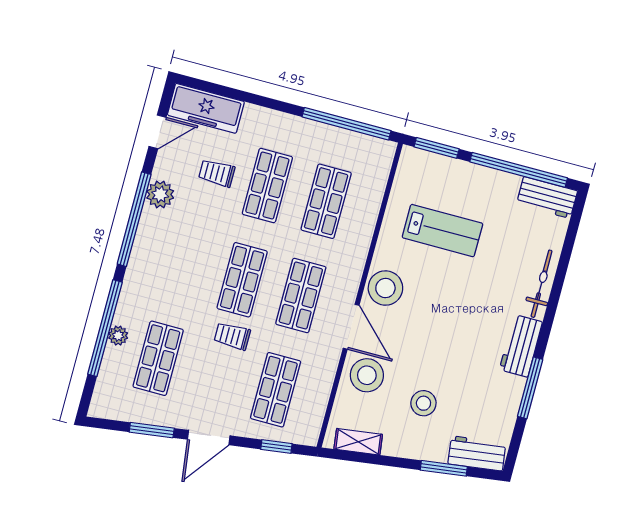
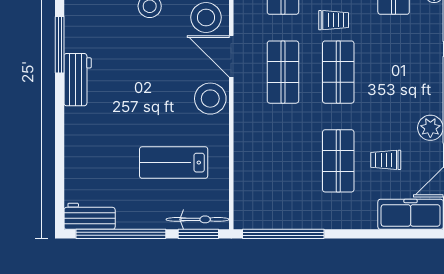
trolley: (217, 173) -> (386, 160), turned 180
shop shelf: (326, 201) -> (283, 161), removed
bicycle: (542, 284) -> (197, 219), moved, turned -90

